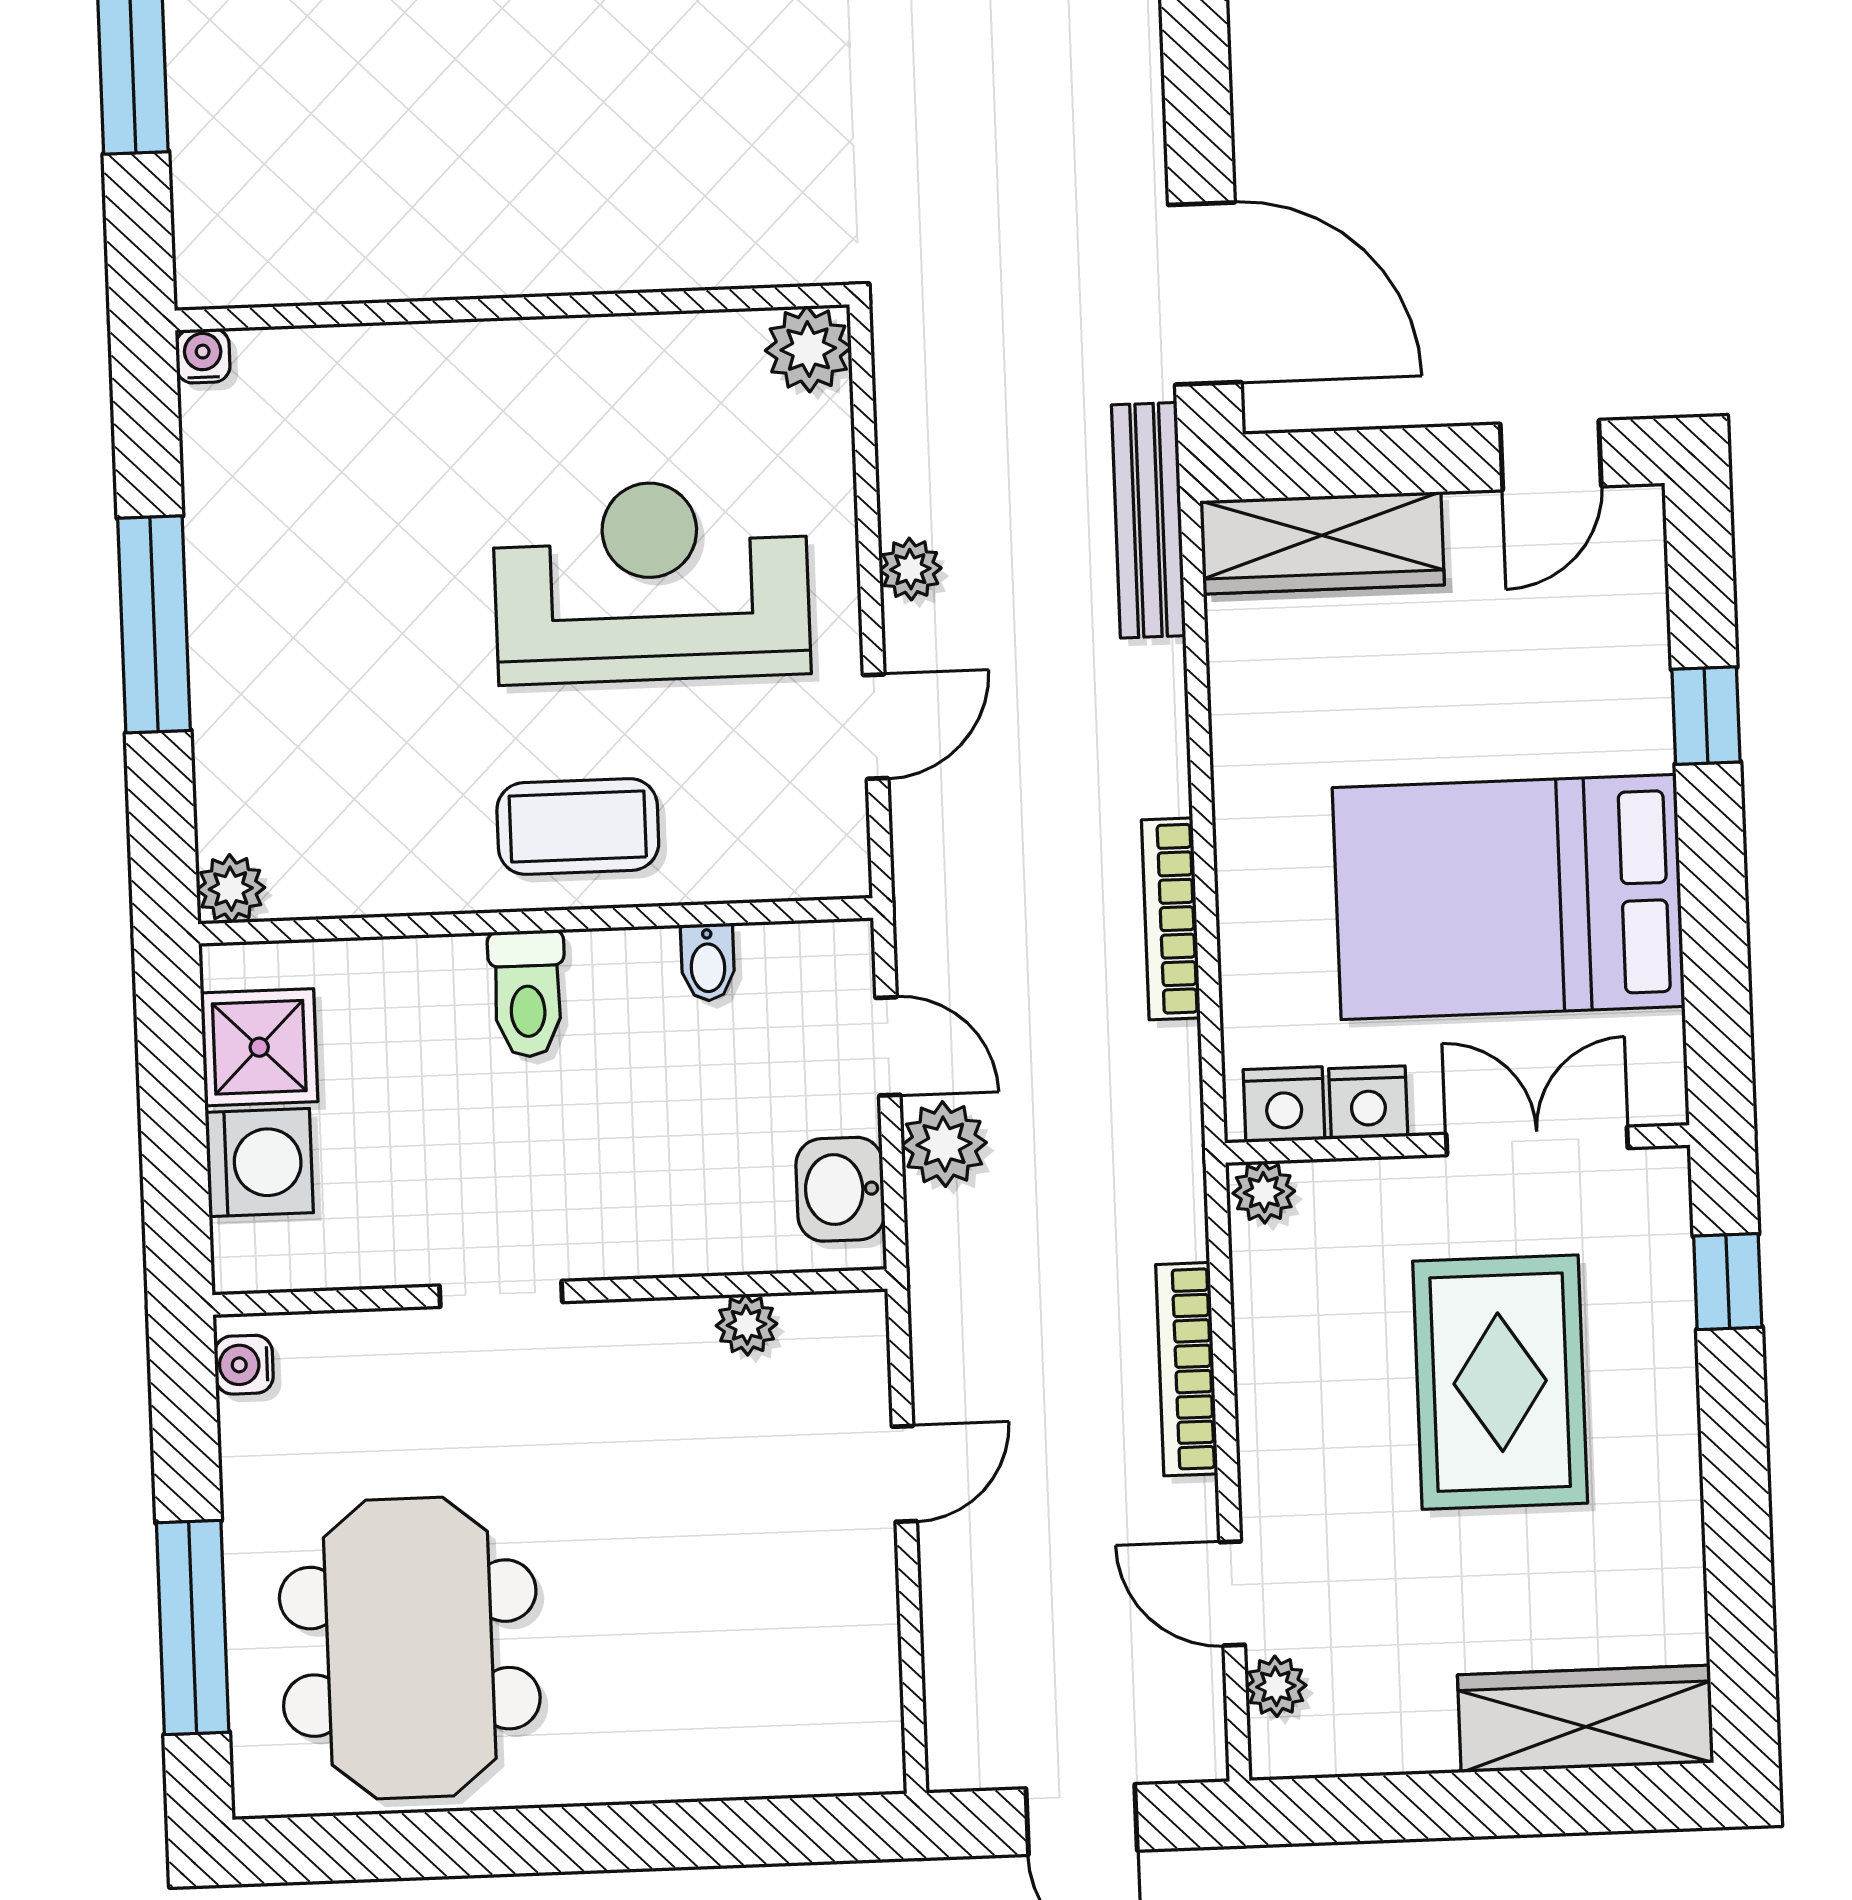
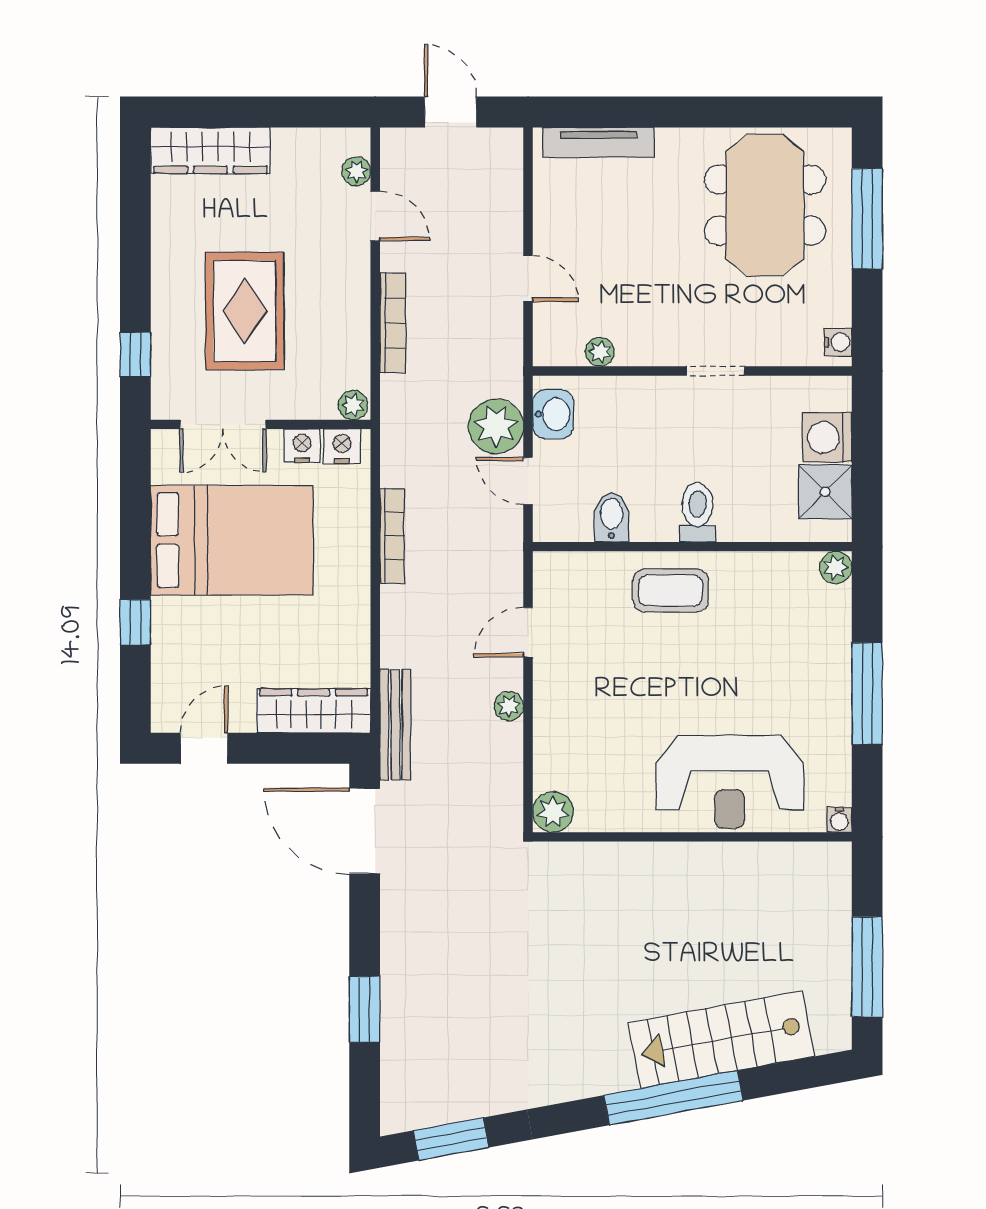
reception desk: (651, 581) -> (730, 782), moved
bidet: (708, 962) -> (612, 517), width x1.38, depth x1.36
plant: (944, 1144) -> (496, 426), width x1.36, depth x1.36
door: (904, 1474) -> (528, 279), swing flipped
tv unit: (767, 1767) -> (598, 142), added

